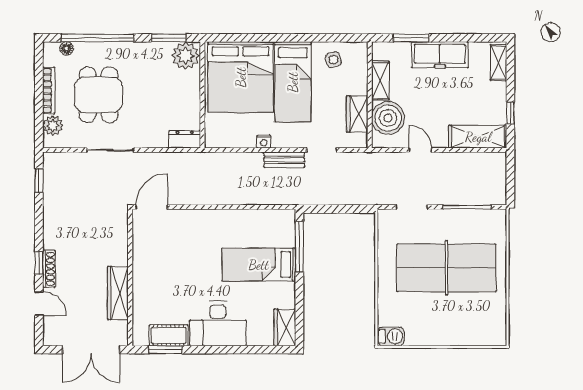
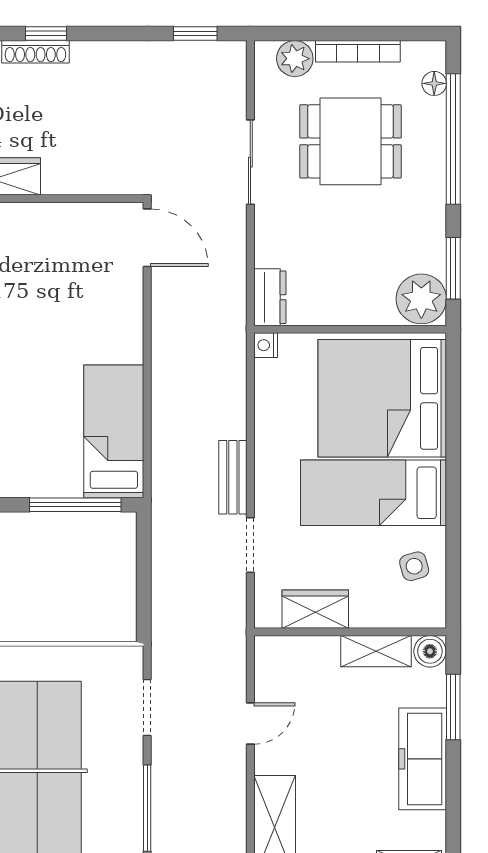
boiler: (388, 118) -> (430, 651), moved, width x0.54, depth x0.54
nightstand: (264, 142) -> (266, 345), moved
bed: (259, 265) -> (114, 431), moved

